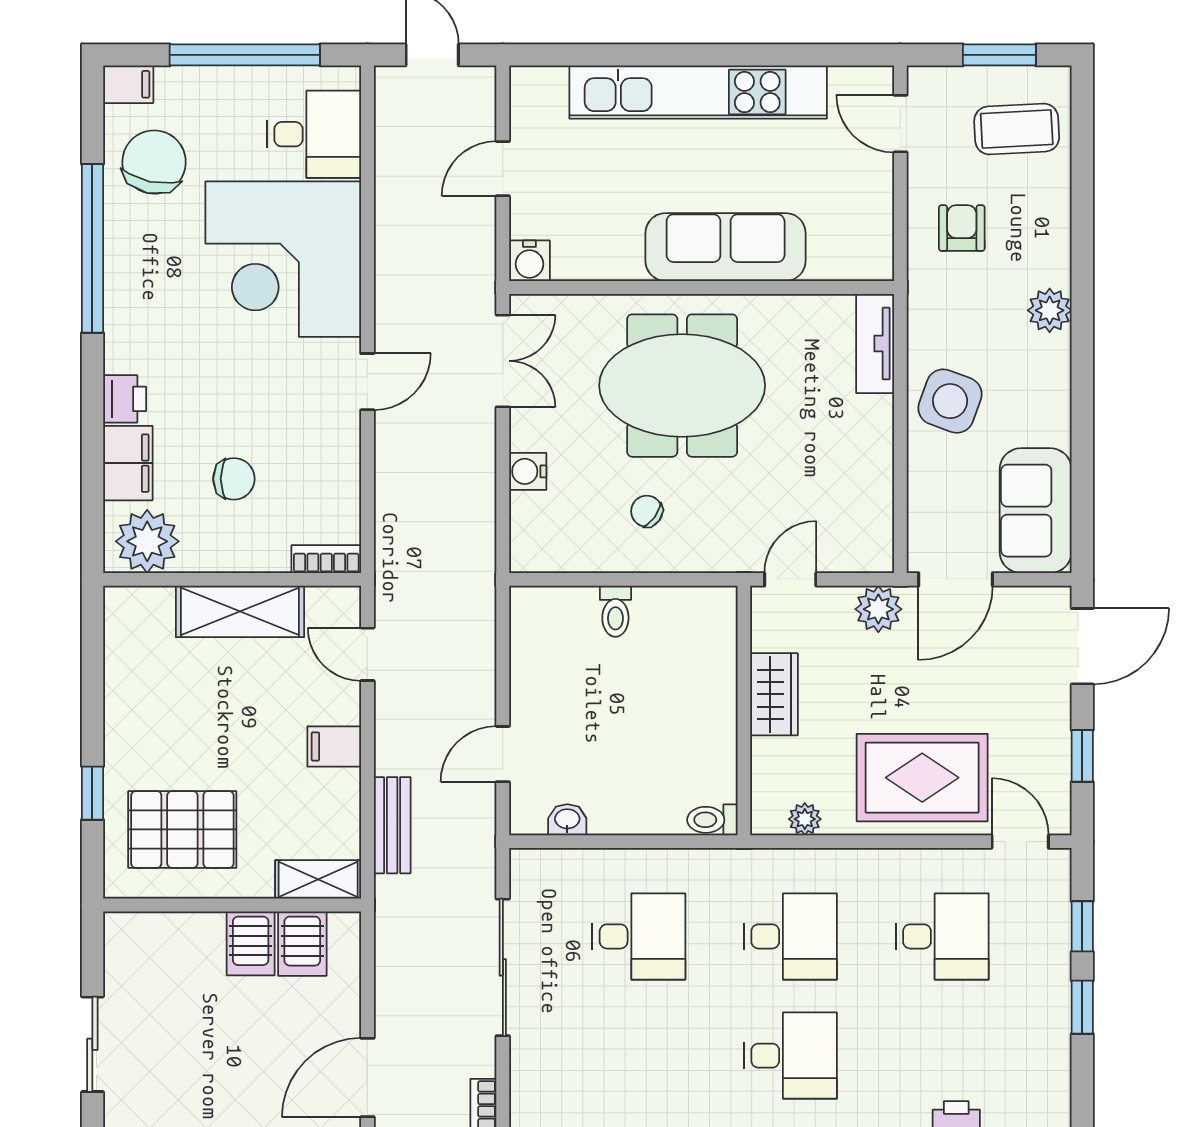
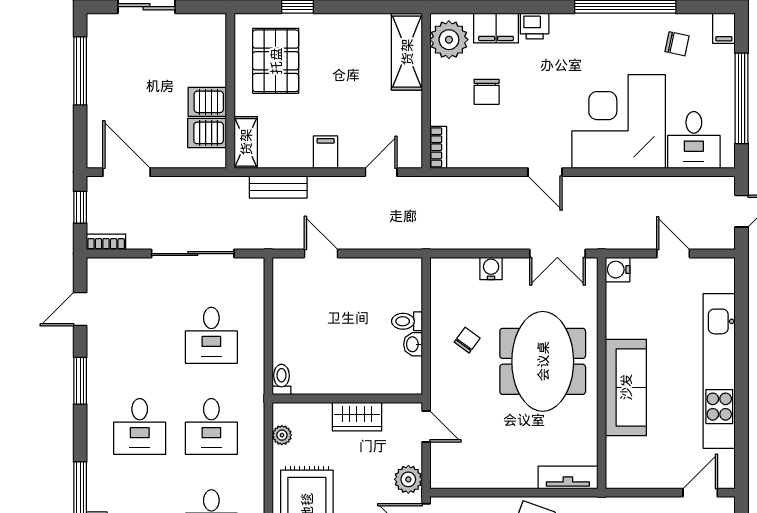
chair: (154, 162) -> (677, 44), width x0.54, depth x0.54
shelving: (240, 611) -> (407, 52), moved
washbasin: (567, 820) -> (413, 344), moved, turned 180

